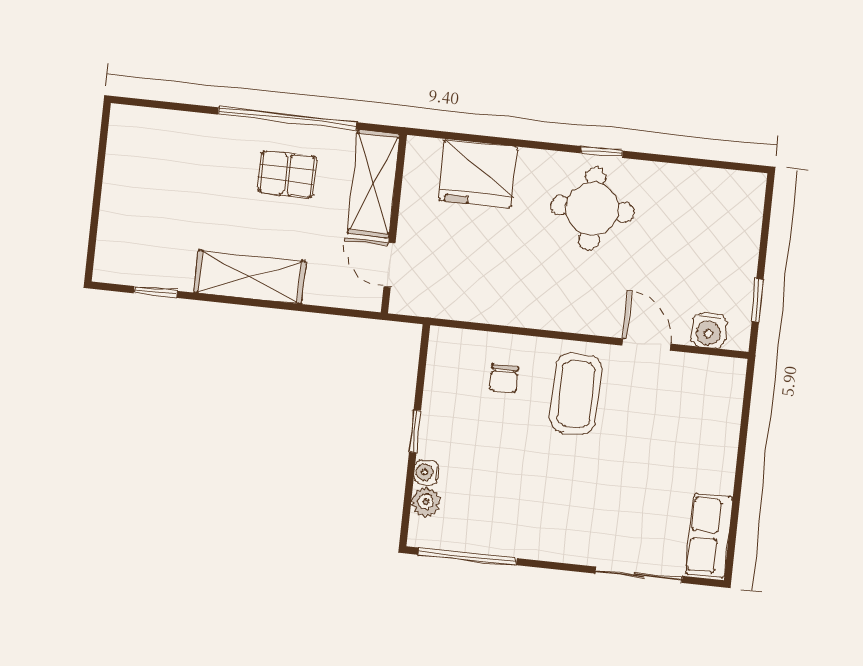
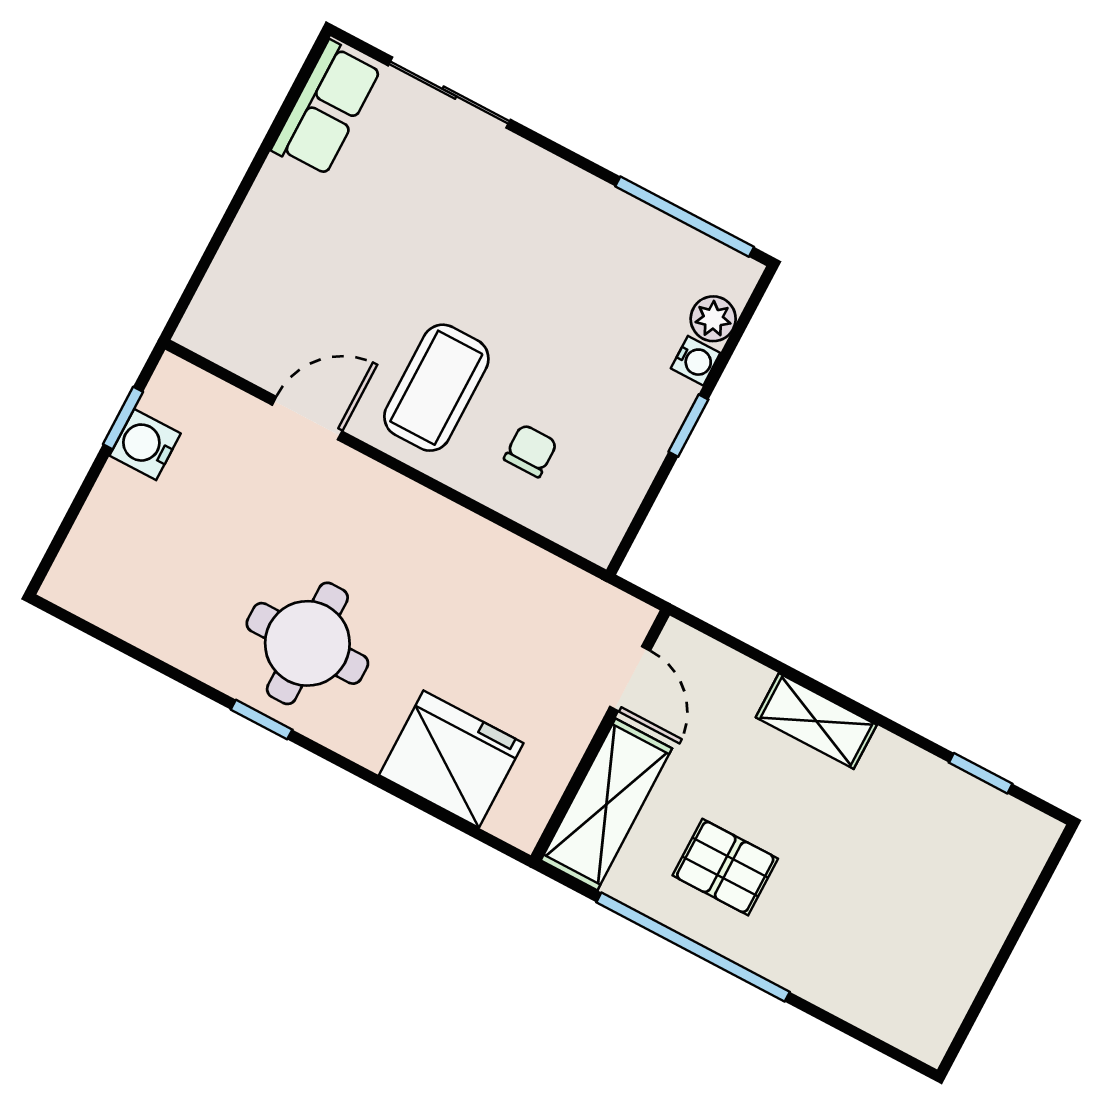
shelving: (250, 277) -> (816, 721), width x0.67, depth x0.75
water cooler: (709, 330) -> (145, 445), moved, turned -90
door: (647, 345) -> (307, 418), swing flipped

